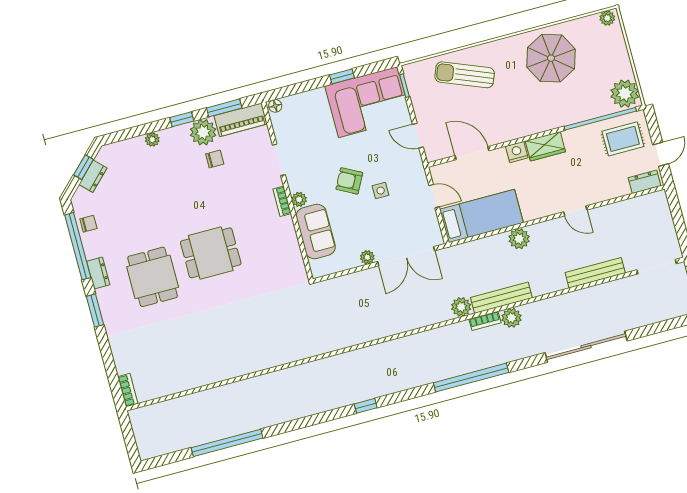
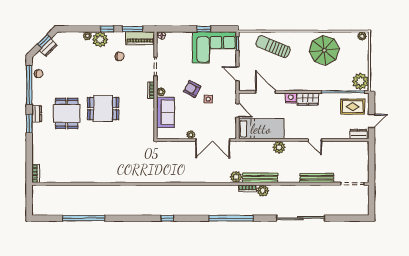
plant: (203, 132) -> (100, 39), moved
dresser: (98, 273) -> (37, 114), moved

